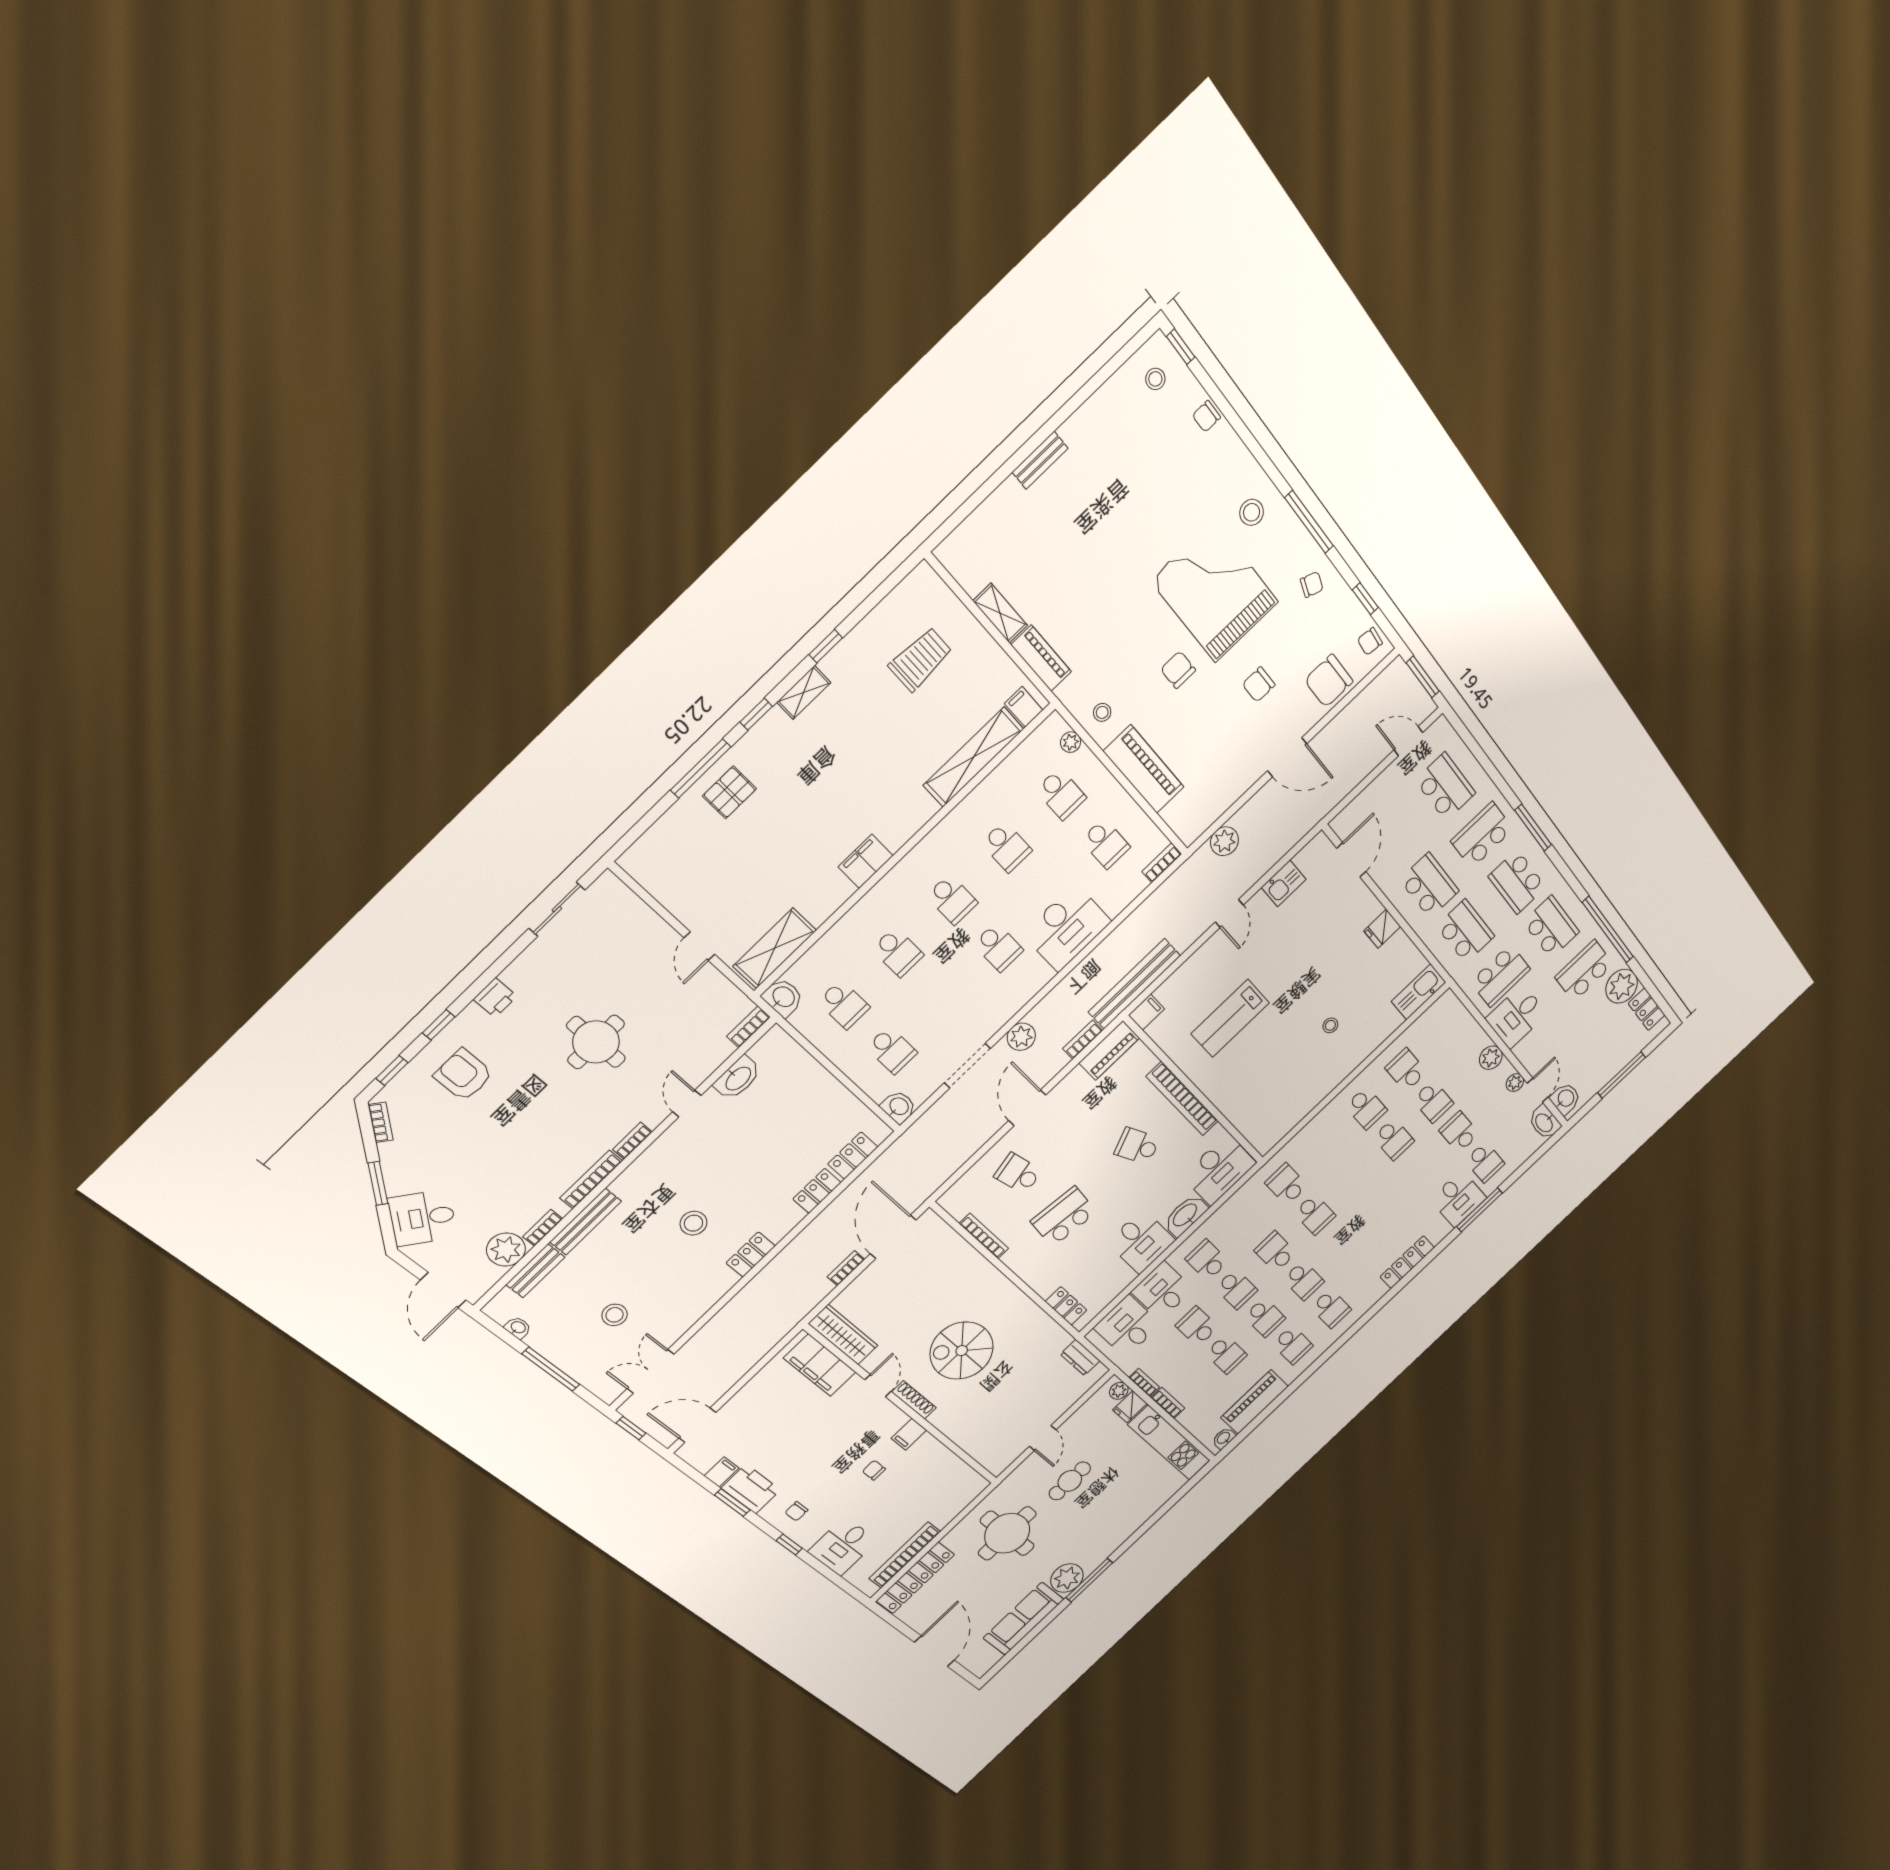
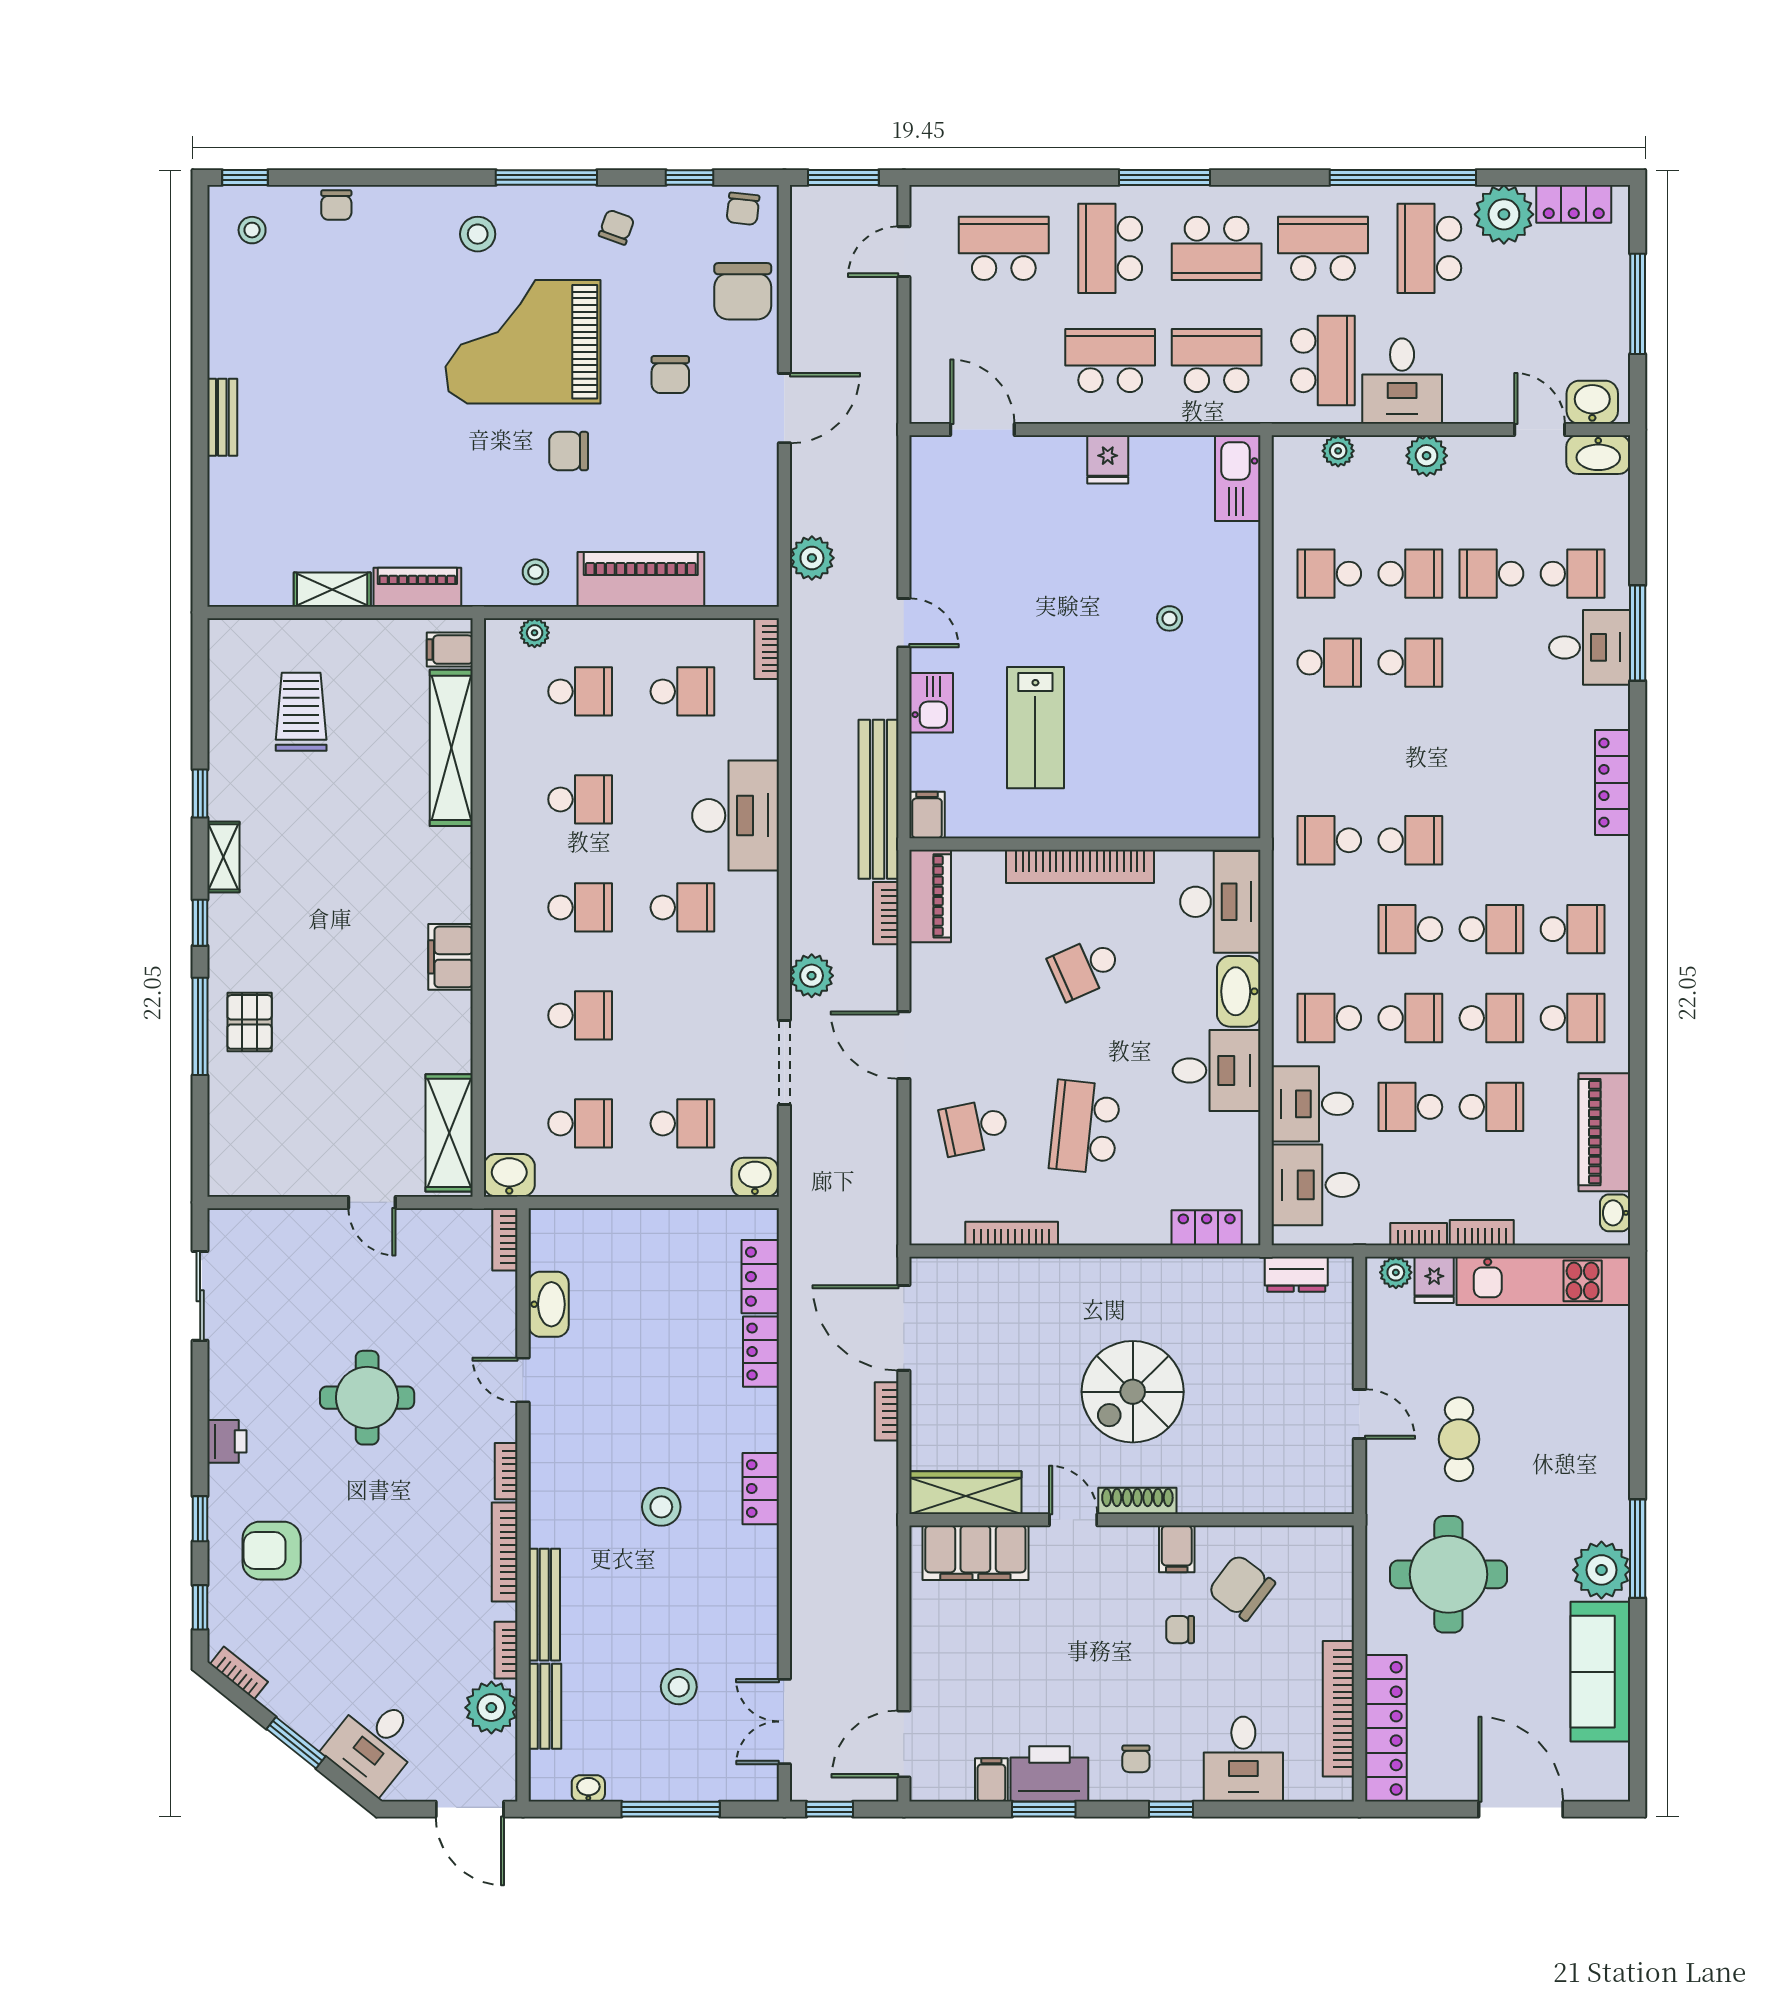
kitchen sink: (1284, 883) -> (931, 703), moved
plant: (1515, 1083) -> (1338, 451), moved
chair: (919, 1472) -> (1241, 1587), added

